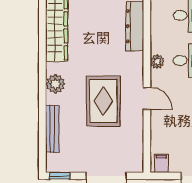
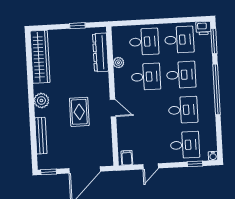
plant: (157, 62) -> (118, 63), moved
rug: (103, 101) -> (79, 112), width x0.73, depth x0.70

